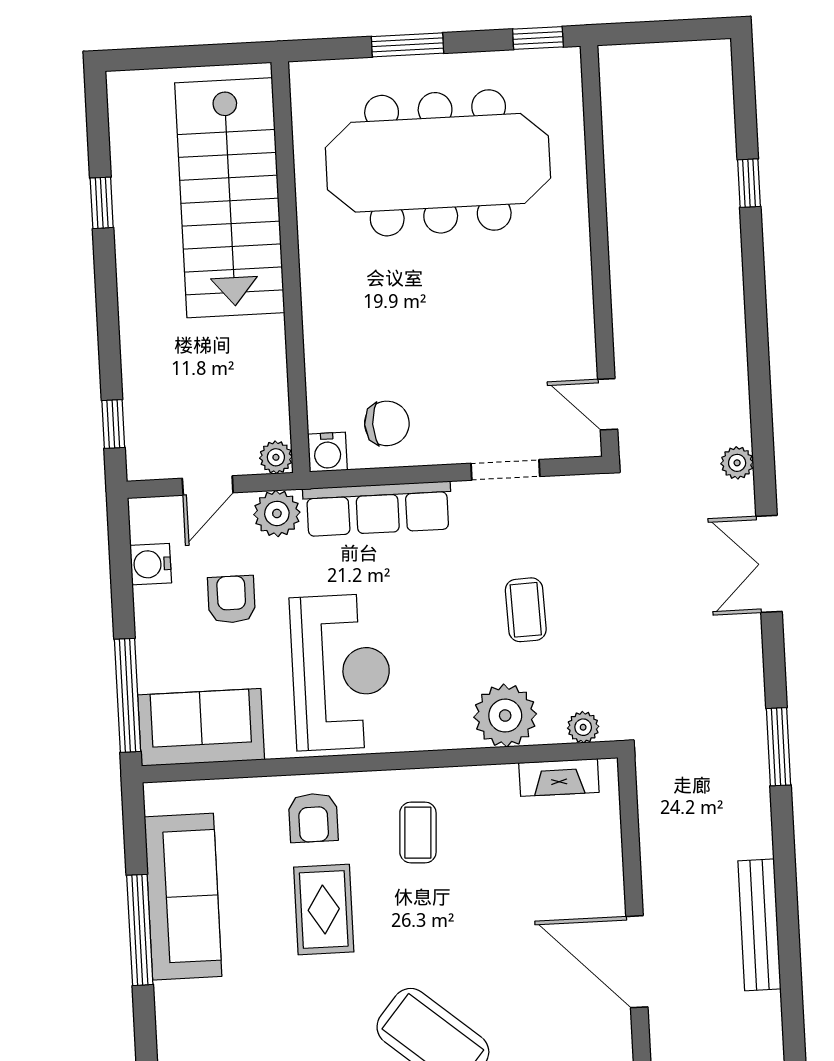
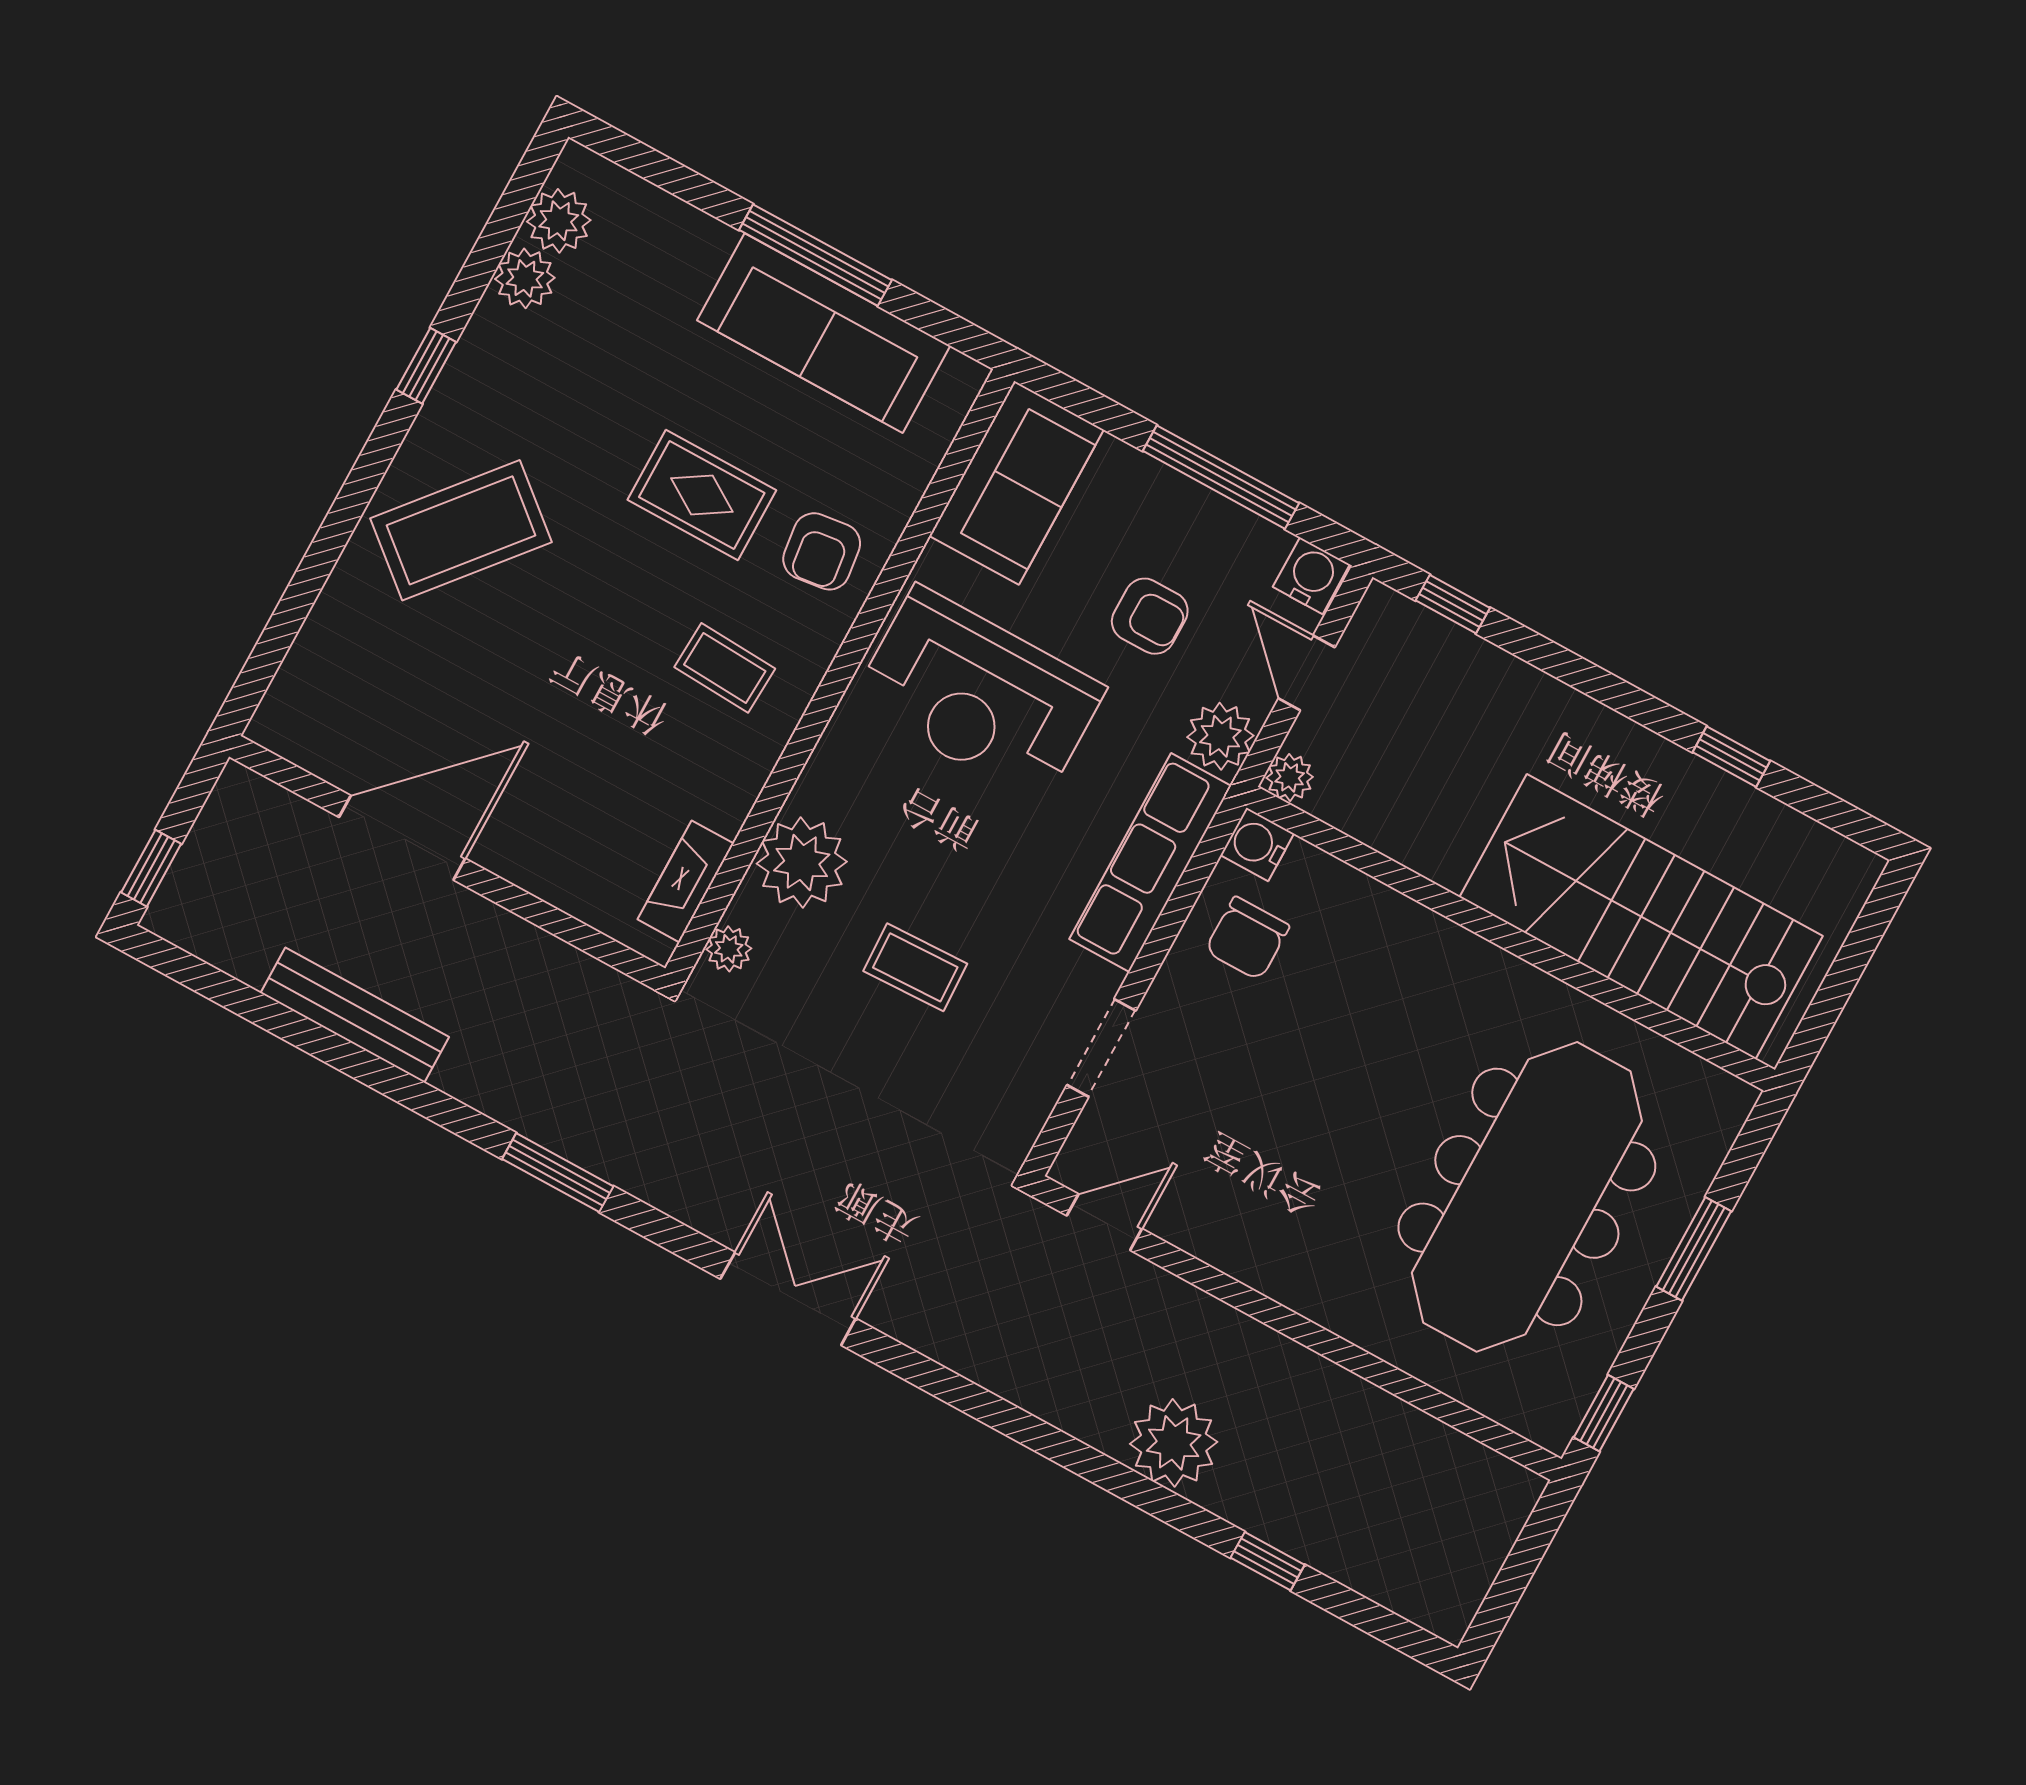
plant: (737, 463) -> (1174, 1443), moved, width x1.87, depth x1.87
water cooler: (151, 564) -> (1311, 576), moved
window: (128, 695) -> (1221, 477), moved
armchair: (313, 818) -> (822, 551), turned -97

